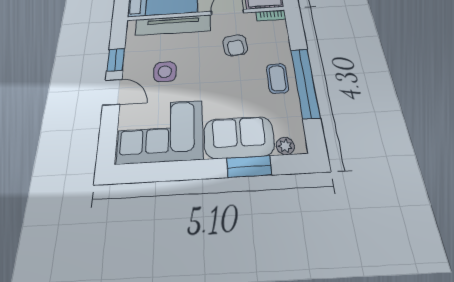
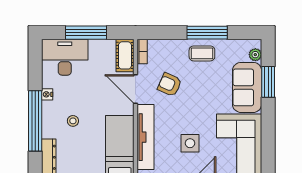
armchair: (235, 45) -> (170, 85), turned -150
window: (305, 83) -> (207, 33), width x0.68

